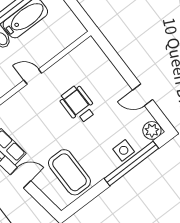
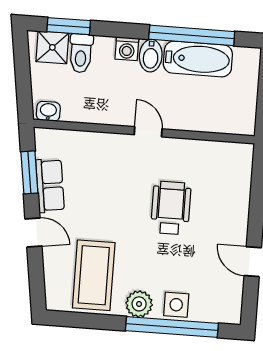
plant: (152, 130) -> (139, 304), moved

